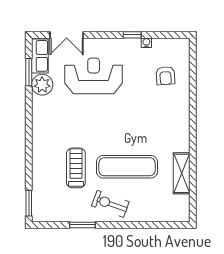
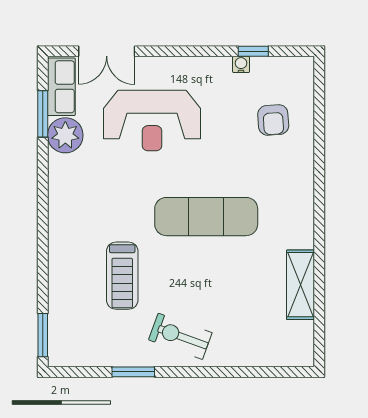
window: (132, 35) -> (253, 51), moved
reception desk: (94, 76) -> (152, 121), turned 180
exercise mat: (127, 167) -> (206, 217), moved
treadmill: (76, 168) -> (122, 276), turned 180

